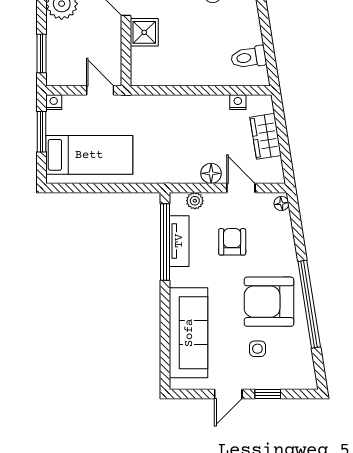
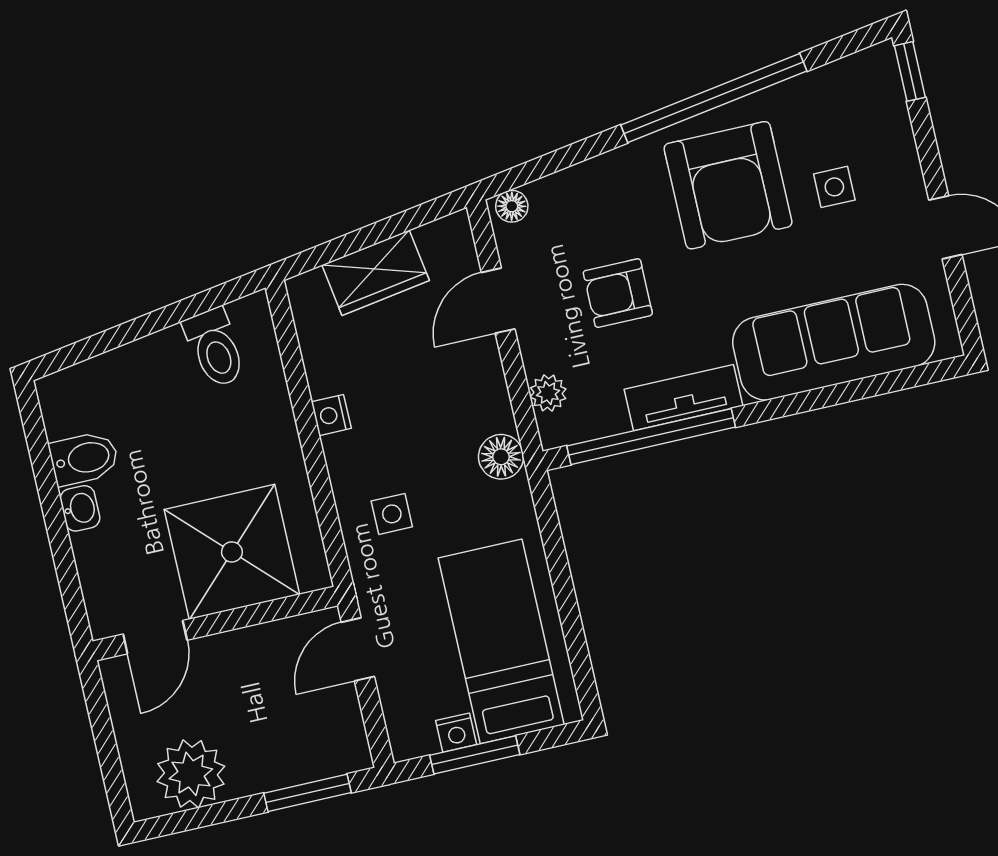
shower: (144, 32) -> (232, 552), width x1.86, depth x1.86
nightstand: (54, 102) -> (456, 733), moved, turned -90
nightstand: (238, 102) -> (331, 415), moved
side table: (157, 119) -> (392, 514), added
floor lamp: (211, 173) -> (501, 457), moved
tv unit: (179, 241) -> (684, 398), moved
window: (268, 394) -> (910, 71), moved

